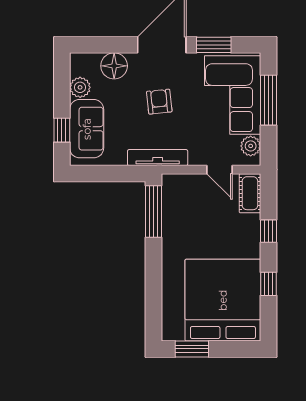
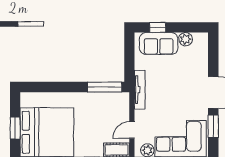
floor lamp: (114, 66) -> (200, 61), removed
armchair: (159, 102) -> (176, 91), removed
window: (192, 349) -> (15, 128), moved

